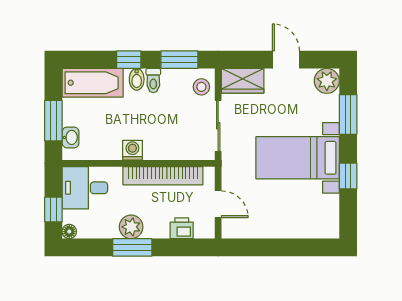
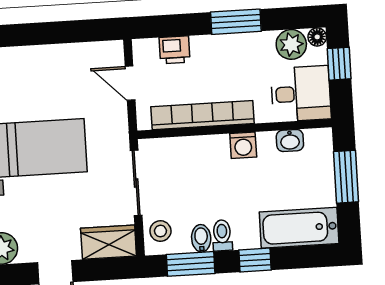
bidet: (137, 79) -> (201, 238), moved
washbasin: (71, 137) -> (290, 141), moved, turned -90
plant: (131, 227) -> (291, 44), moved

